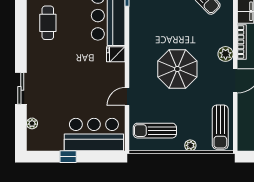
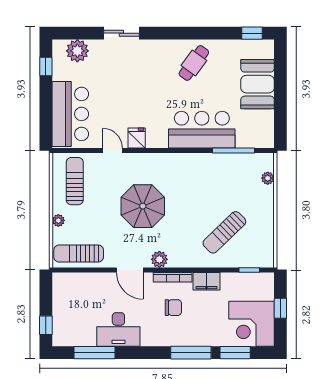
cafe table: (48, 23) -> (194, 63), turned -54
fridge: (116, 54) -> (137, 138), moved
plant: (32, 123) -> (77, 51), width x1.88, depth x1.88
window: (68, 157) -> (46, 67), moved

